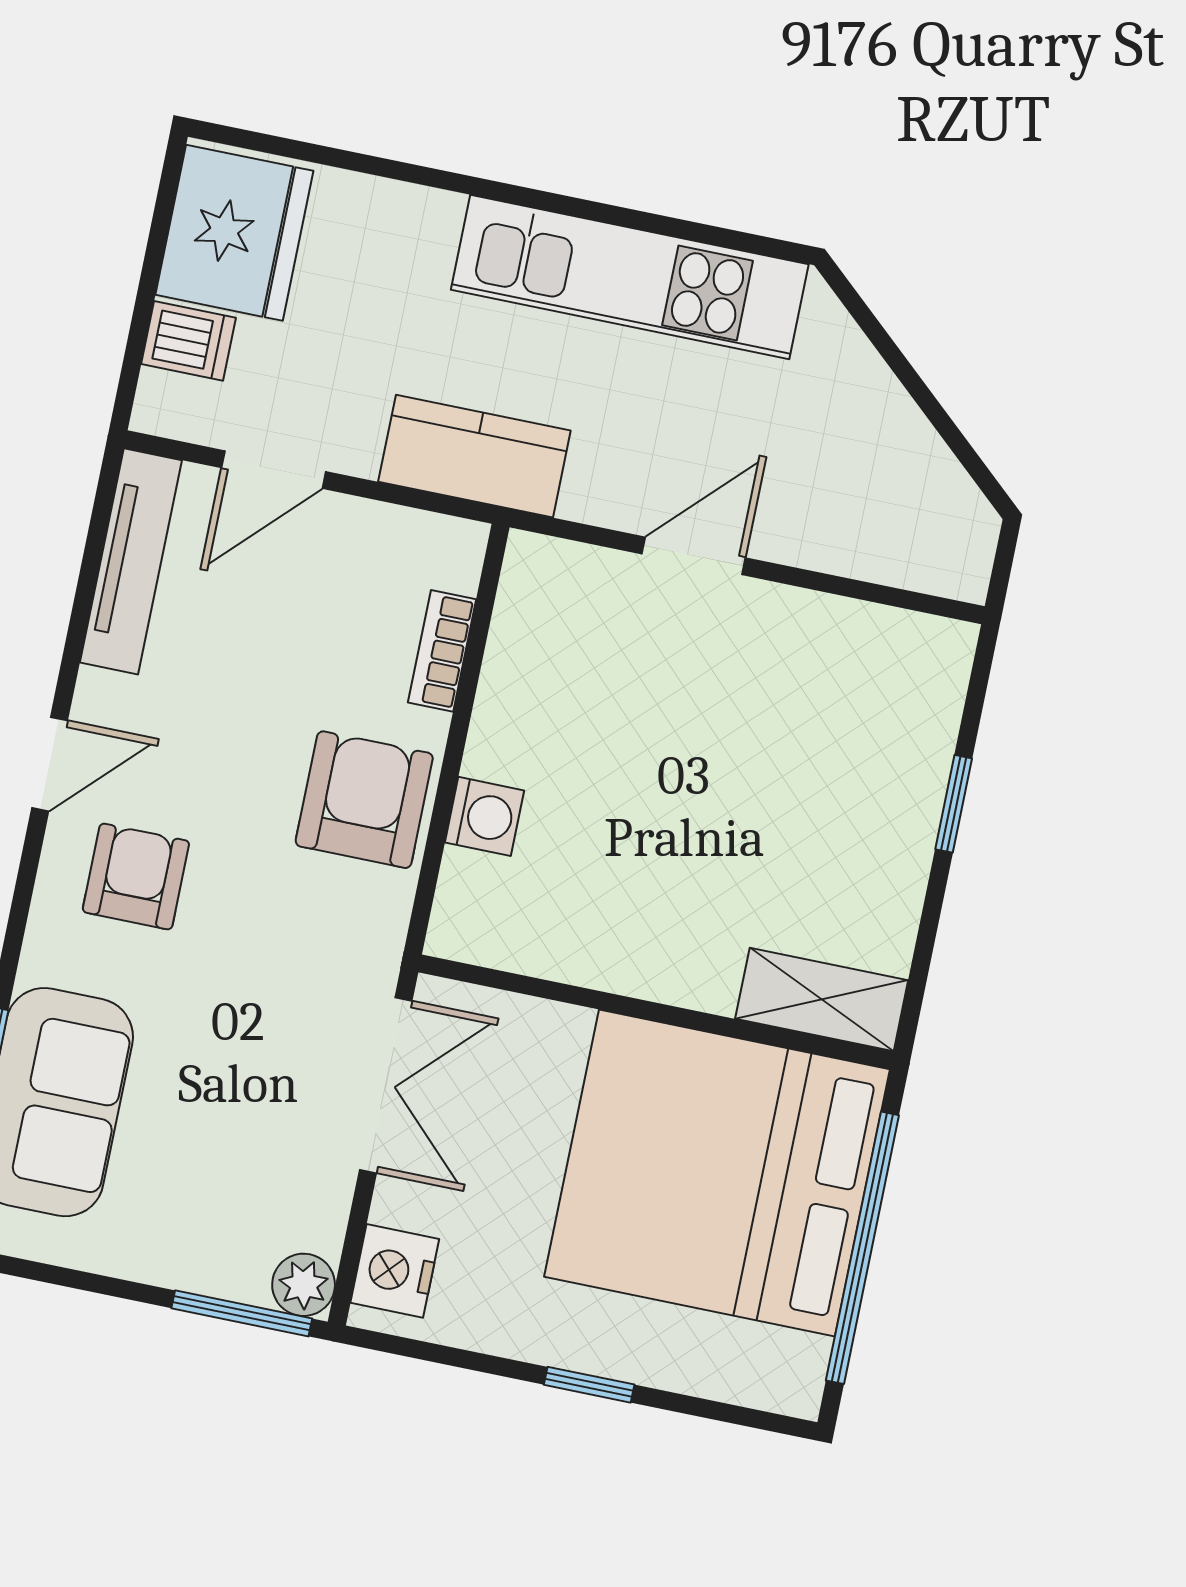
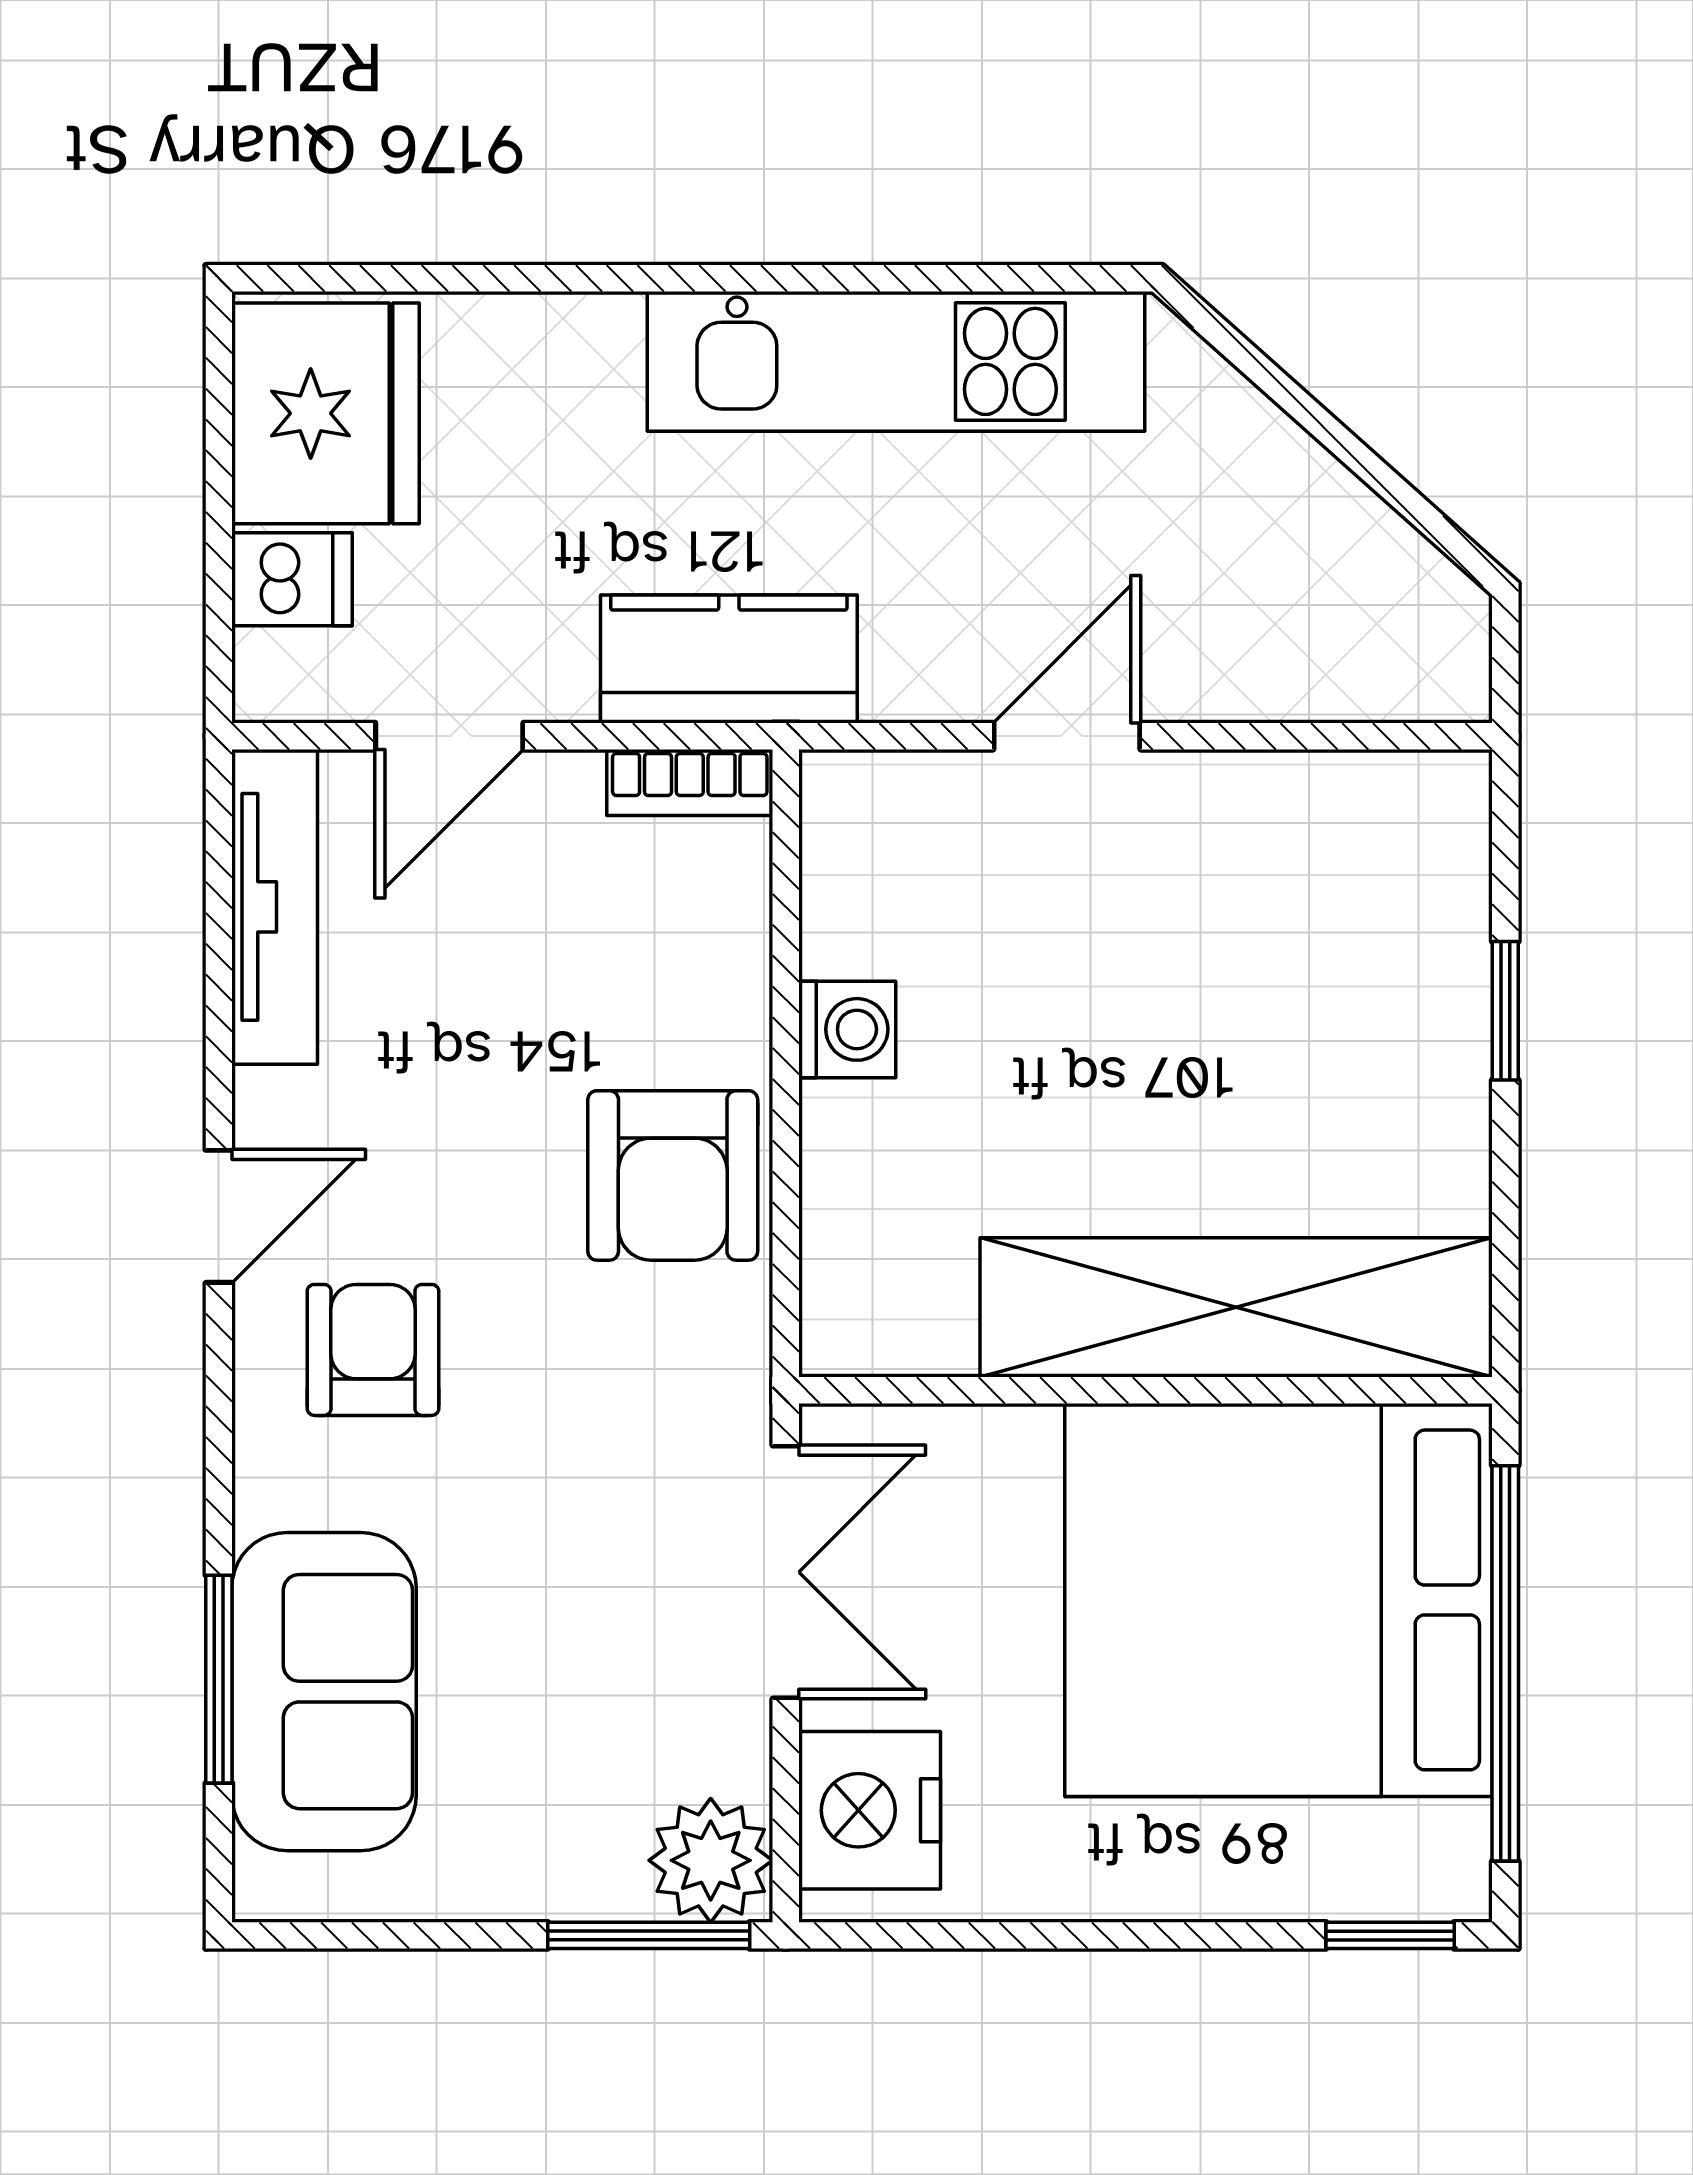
bookcase: (442, 651) -> (690, 782), moved, turned -90
armchair: (364, 800) -> (673, 1175), turned 180
washing machine: (484, 816) -> (847, 1029), moved
shelving: (822, 999) -> (1236, 1307), width x2.20, depth x1.33
nightstand: (395, 1271) -> (870, 1810), width x1.36, depth x1.33
plant: (304, 1285) -> (711, 1860), width x1.38, depth x1.38
window: (589, 1385) -> (1390, 1935), moved

